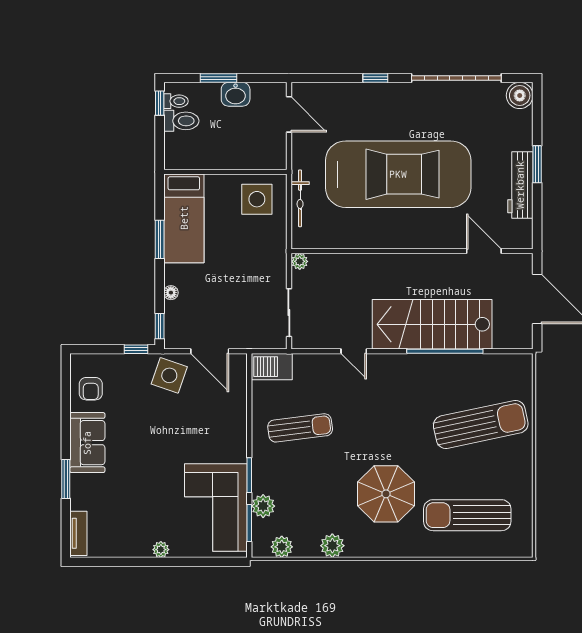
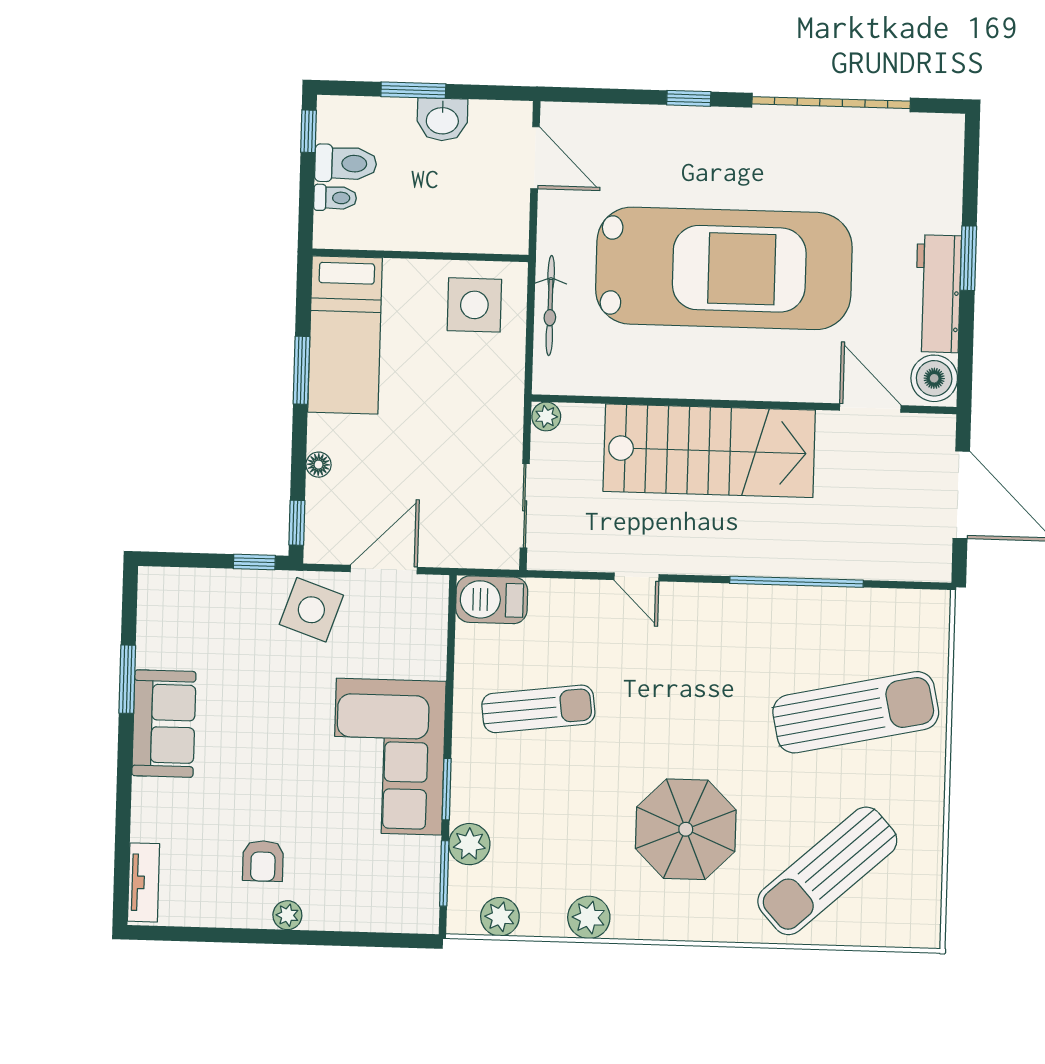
boiler: (520, 95) -> (934, 378), moved
toilet: (176, 101) -> (335, 198), moved
stairs: (432, 324) -> (709, 451), moved, turned 180
door: (210, 351) -> (384, 570), swing flipped
armchair: (91, 389) -> (263, 861), moved
window: (66, 479) -> (127, 679), moved
corner sofa: (216, 507) -> (389, 757), moved
sun lounger: (467, 515) -> (827, 871), turned -42

